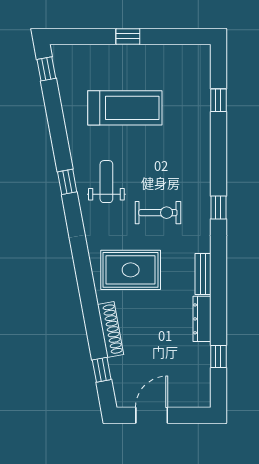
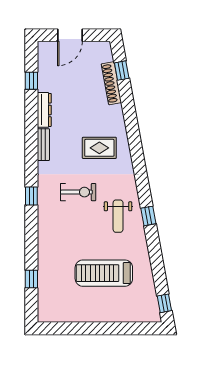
window: (128, 36) -> (101, 328), removed
exercise bike: (158, 213) -> (78, 192), turned 180
rug: (131, 270) -> (99, 148), width x0.73, depth x0.70
shoe rack: (111, 329) -> (111, 83), moved
door: (152, 415) -> (70, 35), moved

